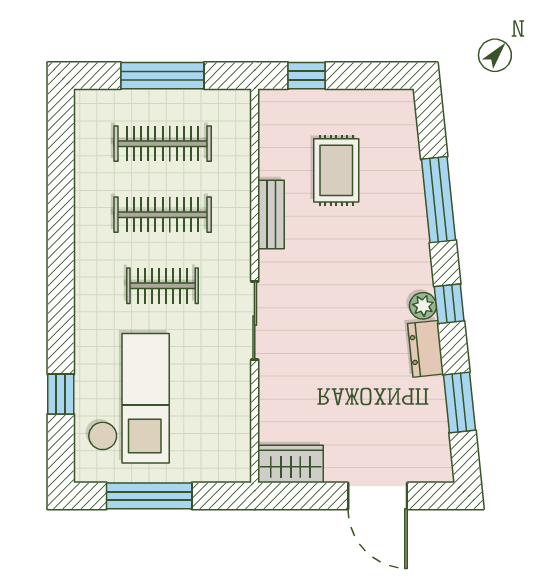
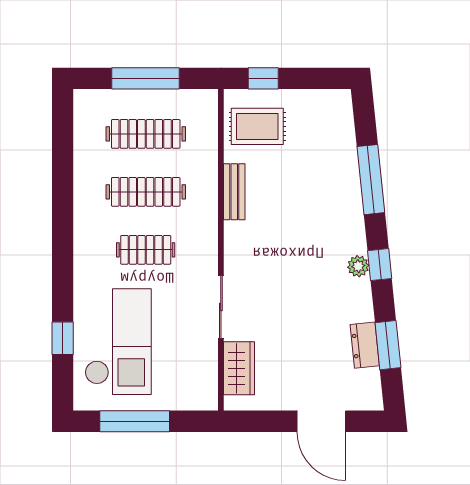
rug: (336, 170) -> (257, 126), moved, turned 90
sliding door: (255, 321) -> (221, 307), moved
dresser: (426, 349) -> (365, 345), moved
wardrobe: (291, 464) -> (239, 368), moved, turned 90

